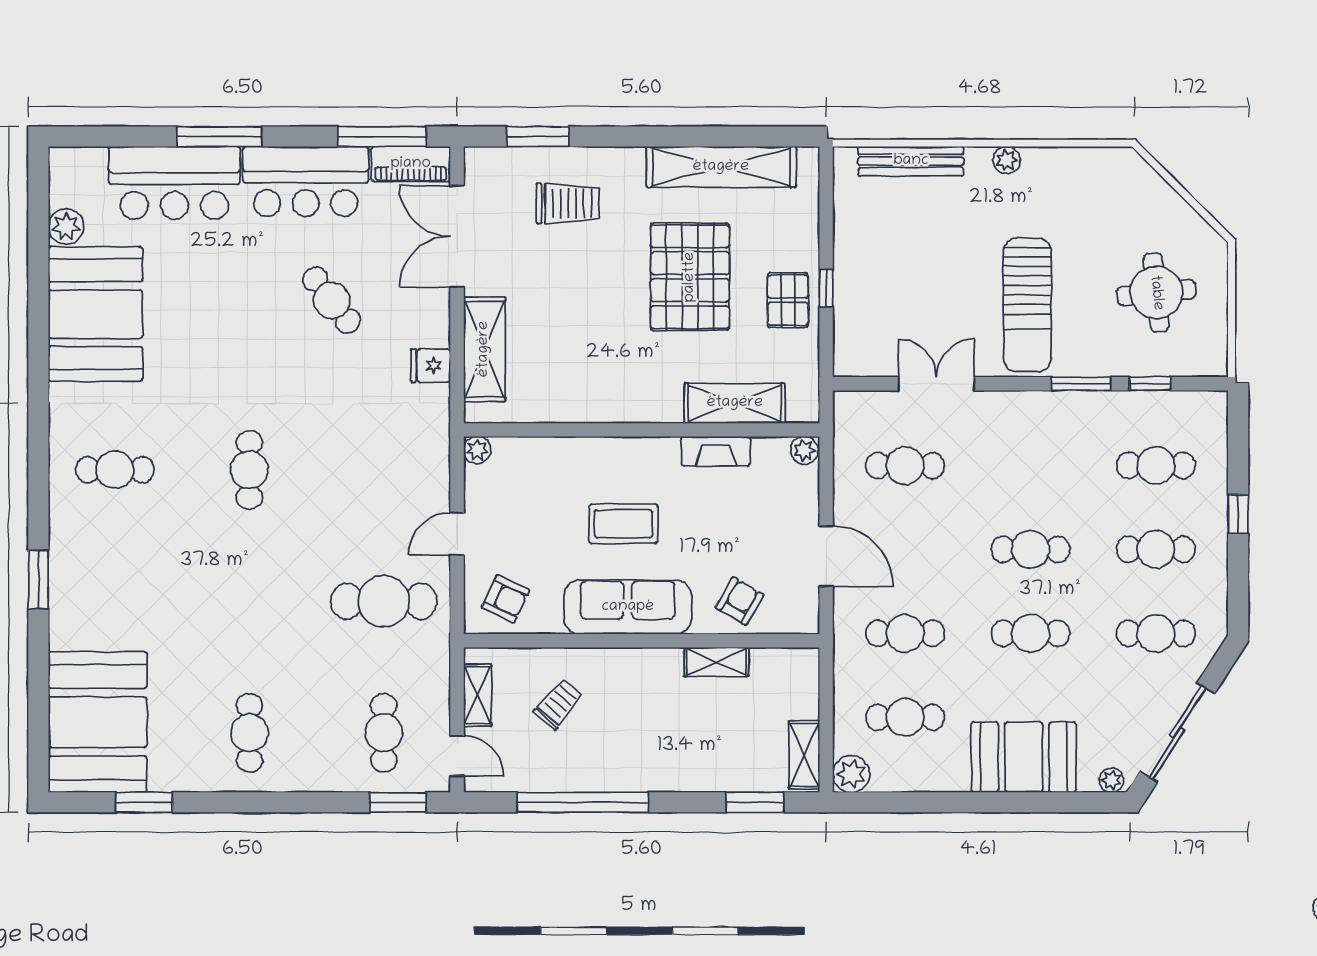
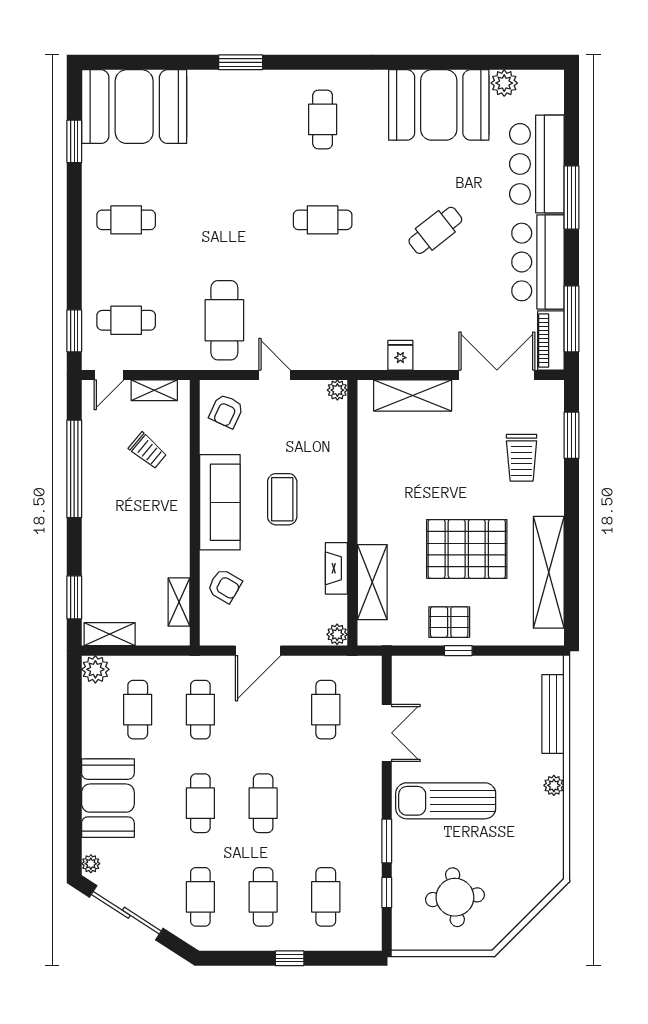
cafe table: (332, 300) -> (435, 230), moved
shelving: (716, 662) -> (179, 602), moved

